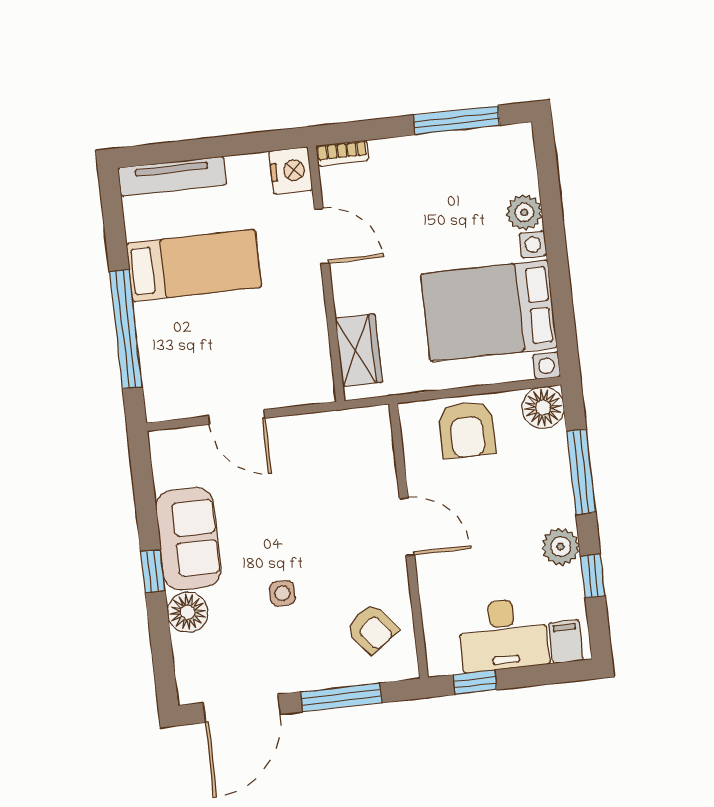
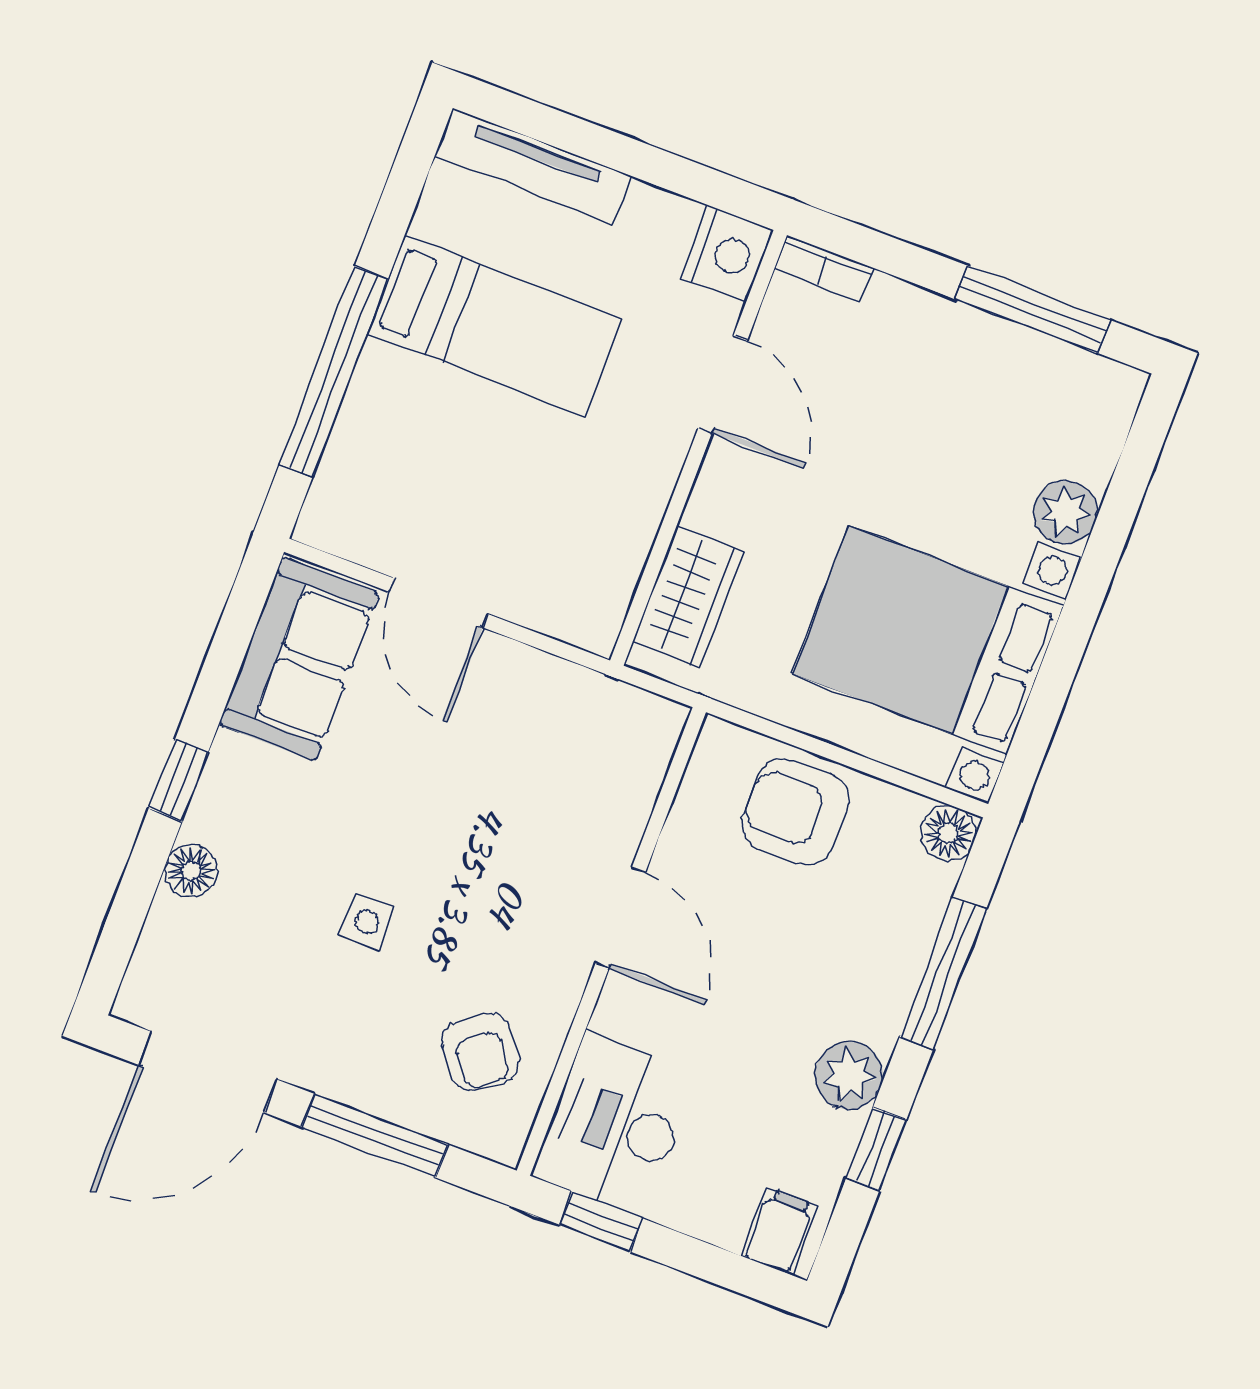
floor lamp: (543, 408) -> (948, 833), width x0.73, depth x0.73
armchair: (467, 430) -> (795, 812), turned 90
sofa: (188, 539) -> (299, 659), moved
floor lamp: (188, 612) -> (191, 871), width x0.73, depth x0.73
desk: (503, 635) -> (615, 1124), moved, turned 90

